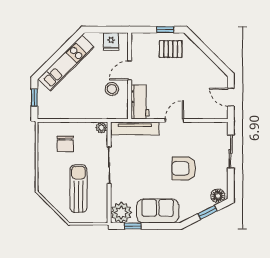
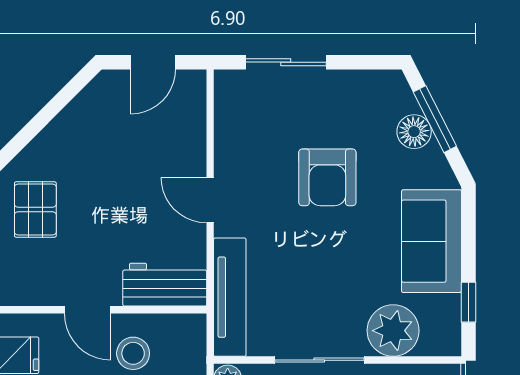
floor lamp: (218, 196) -> (414, 132), moved
window: (208, 212) -> (435, 119), width x1.50
plant: (121, 213) -> (393, 331), moved

